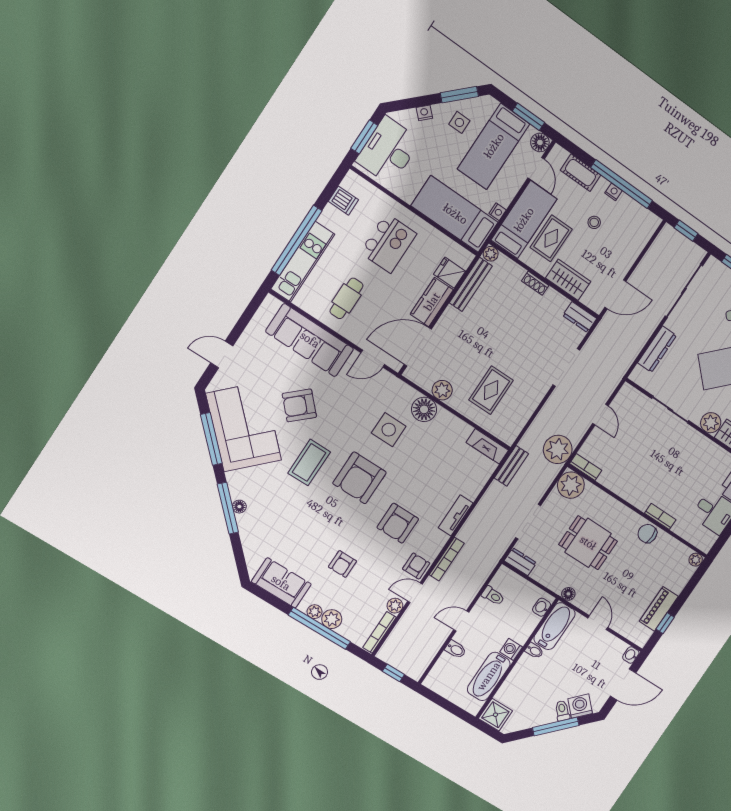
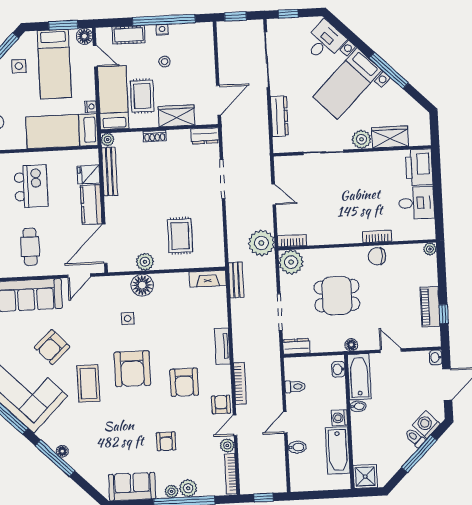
side table: (389, 430) -> (128, 318), width x0.54, depth x0.54

